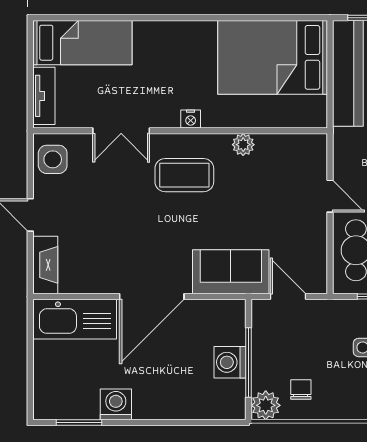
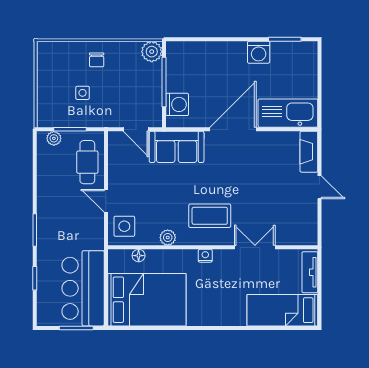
floor lamp: (284, 119) -> (139, 256), added
side table: (53, 159) -> (124, 226), moved
washing machine: (230, 362) -> (177, 104), moved
chair: (301, 389) -> (97, 60), moved

